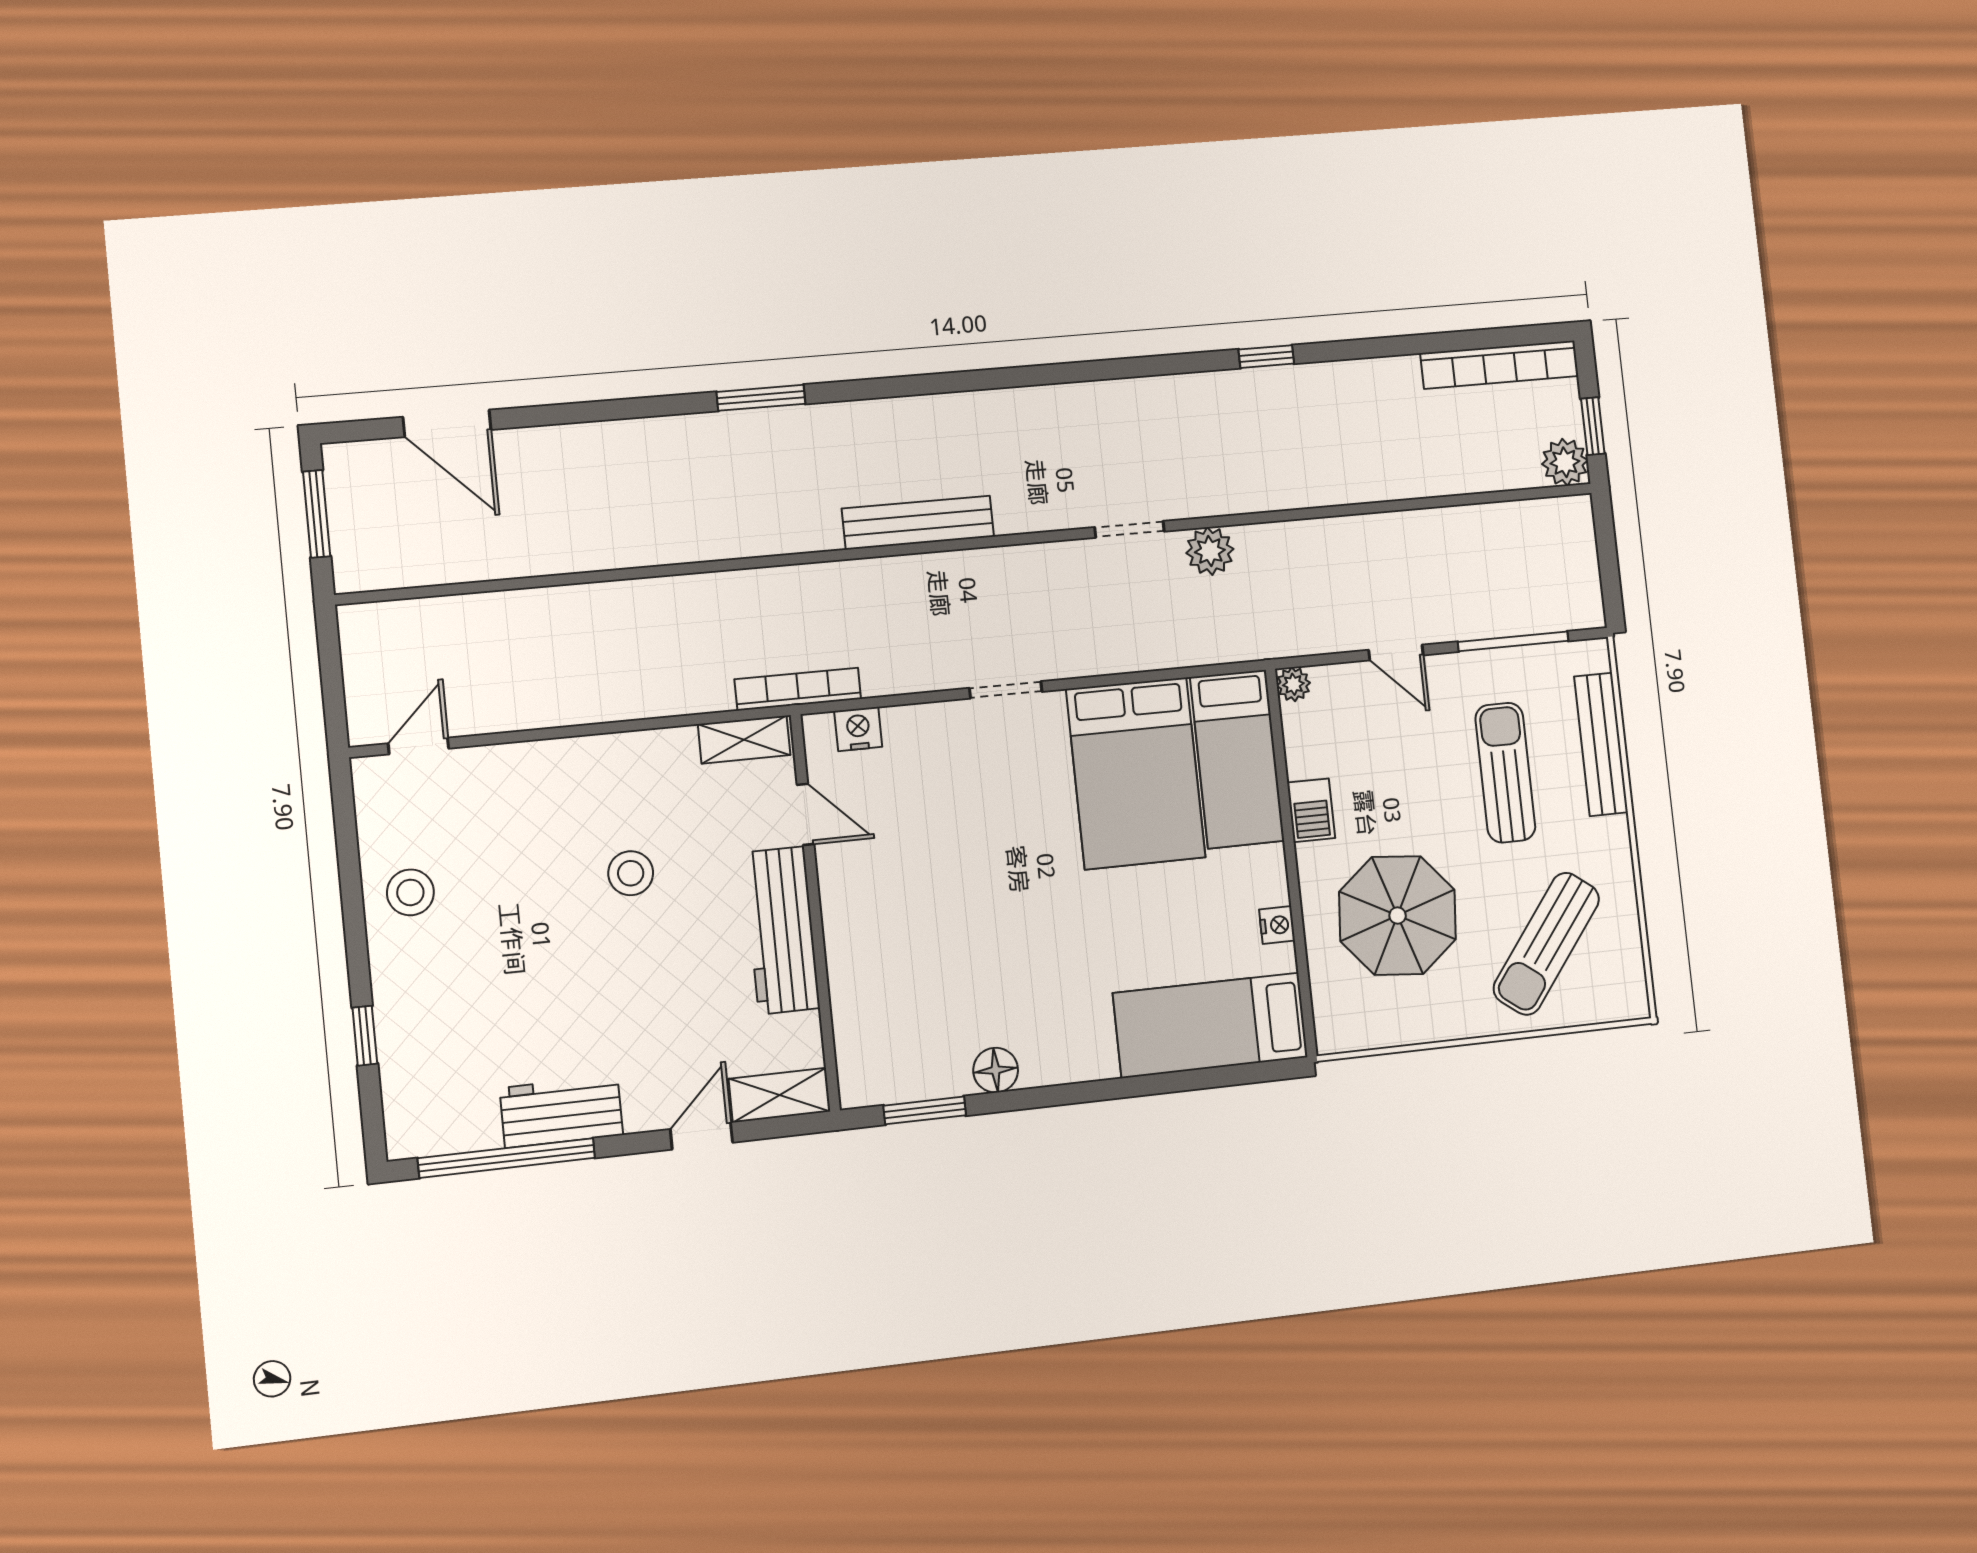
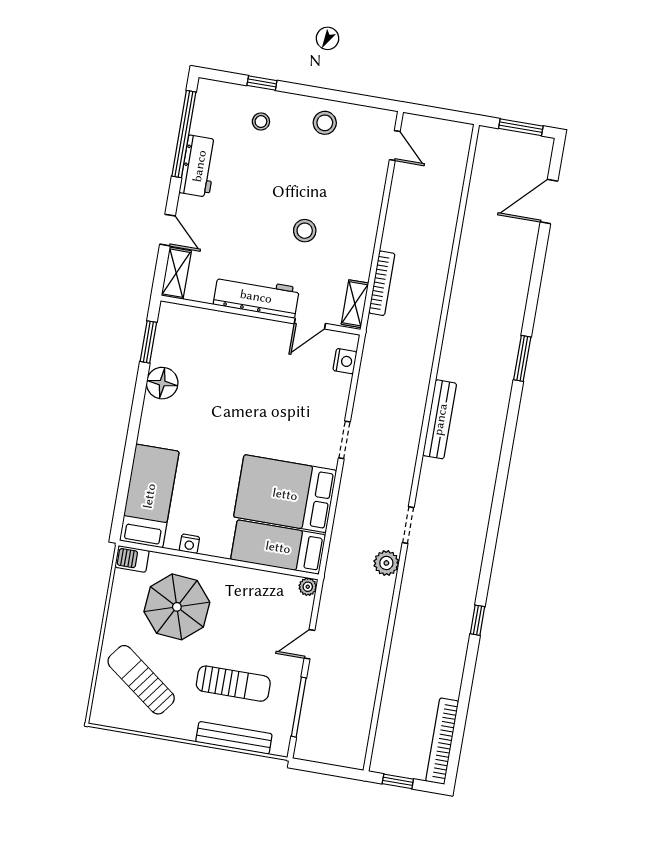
plant: (1565, 462) -> (383, 761), removed
bookcase: (798, 689) -> (382, 283), moved
barbecue: (1311, 810) -> (132, 559), moved
stool: (441, 1016) -> (261, 122), added
floor lamp: (996, 1070) -> (162, 383), width x1.38, depth x1.38

